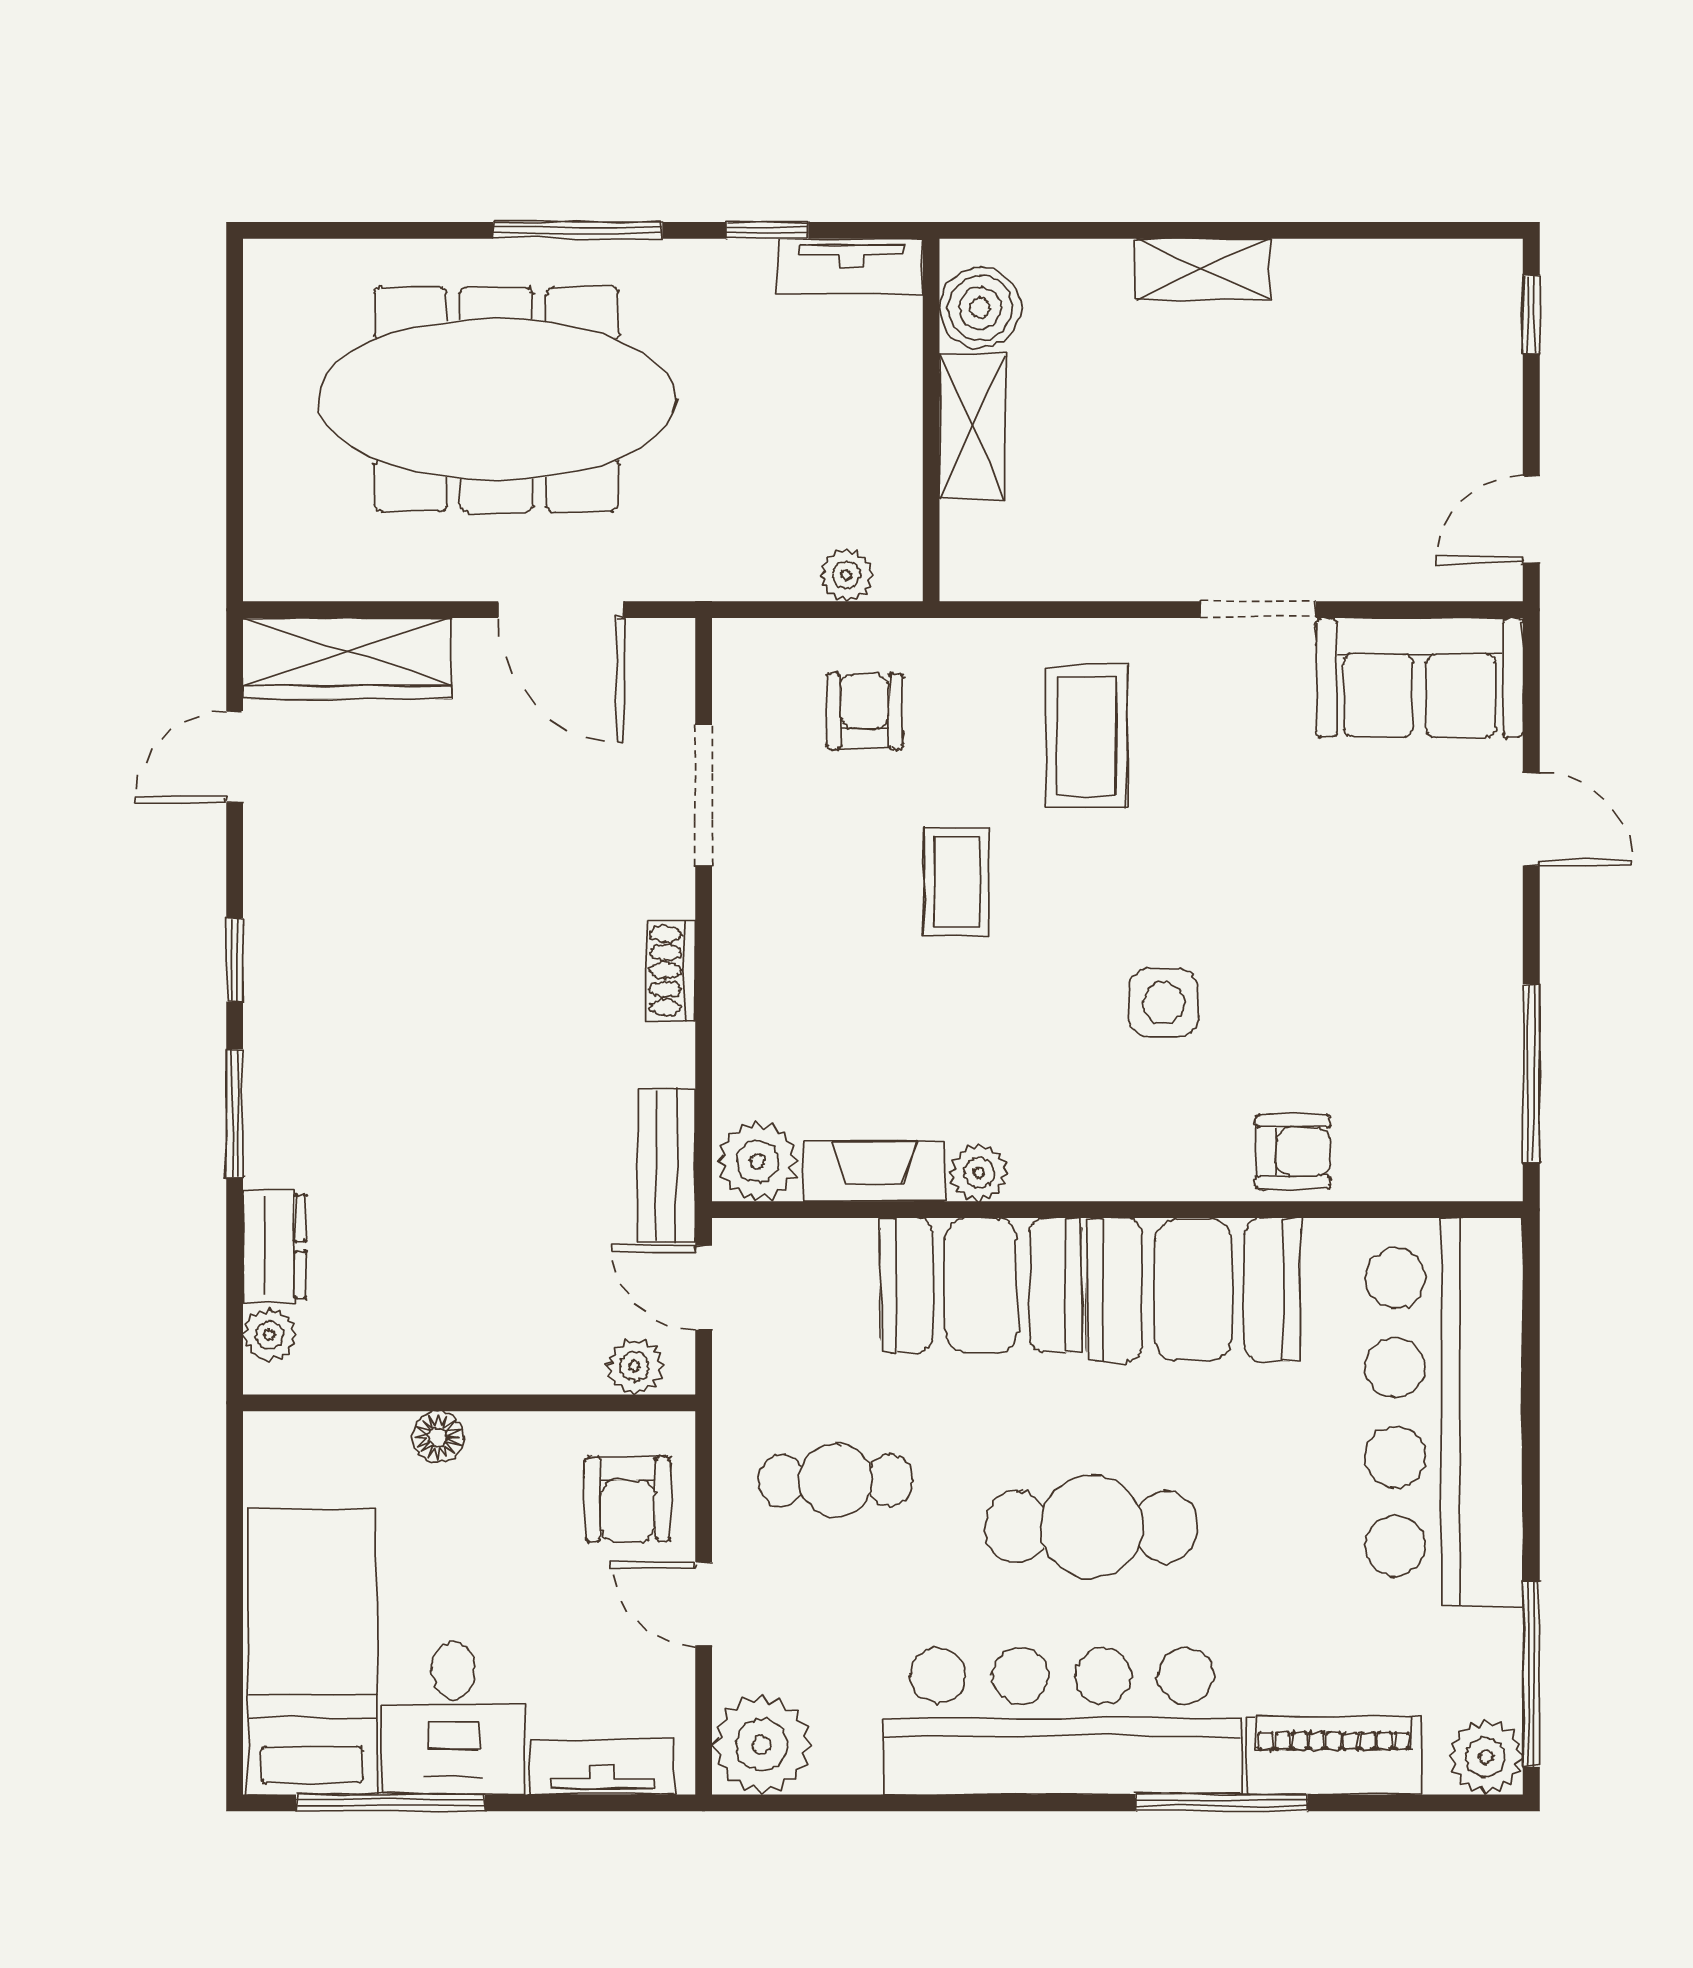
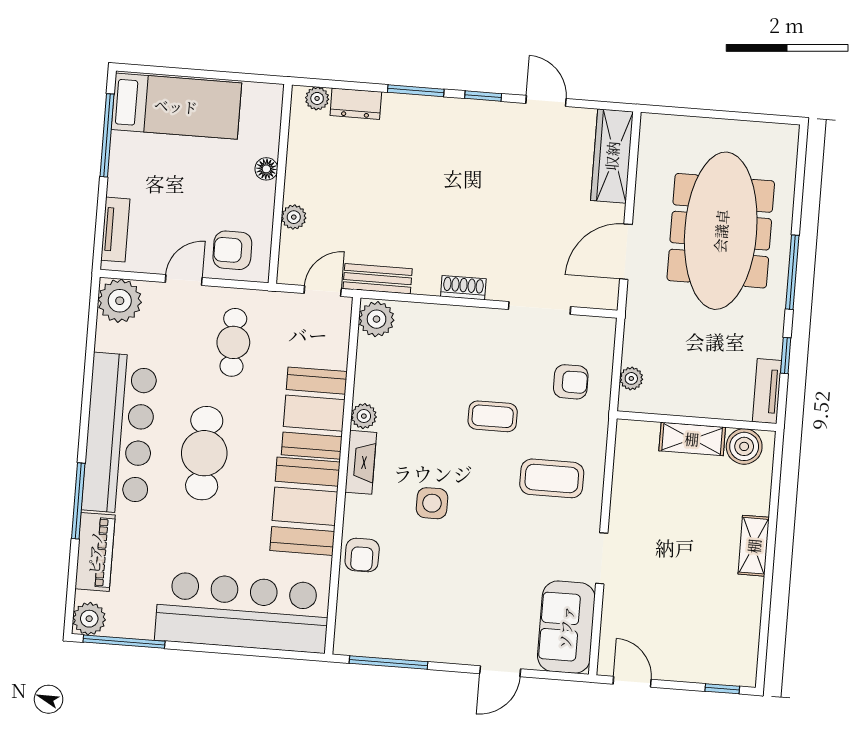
door: (235, 757) -> (546, 101), moved
fireplace: (874, 1171) -> (361, 462), moved
plant: (634, 1366) -> (294, 217), moved
desk: (453, 1718) -> (142, 166), removed

